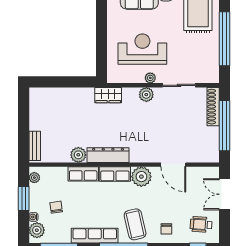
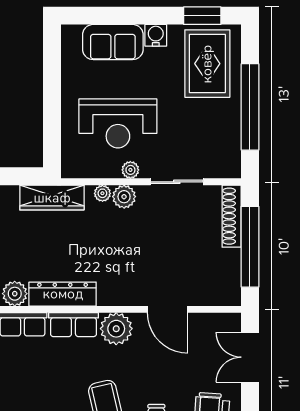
reception desk: (142, 49) -> (118, 123), turned 180
plant: (133, 92) -> (102, 193), added
wardrobe: (108, 95) -> (52, 198), width x1.50

